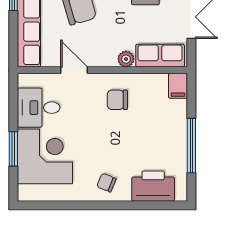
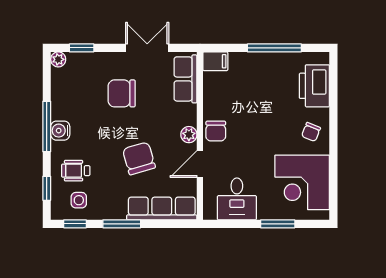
plant: (126, 59) -> (189, 135), moved
chair: (117, 100) -> (216, 131), moved
corner desk: (45, 156) -> (302, 182), moved, turned -90

